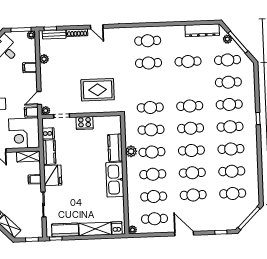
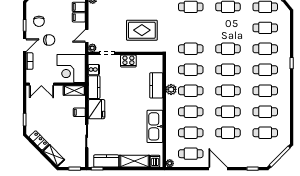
filing cabinet: (31, 112) -> (79, 17), moved
kitchen sink: (115, 180) -> (155, 126), moved

